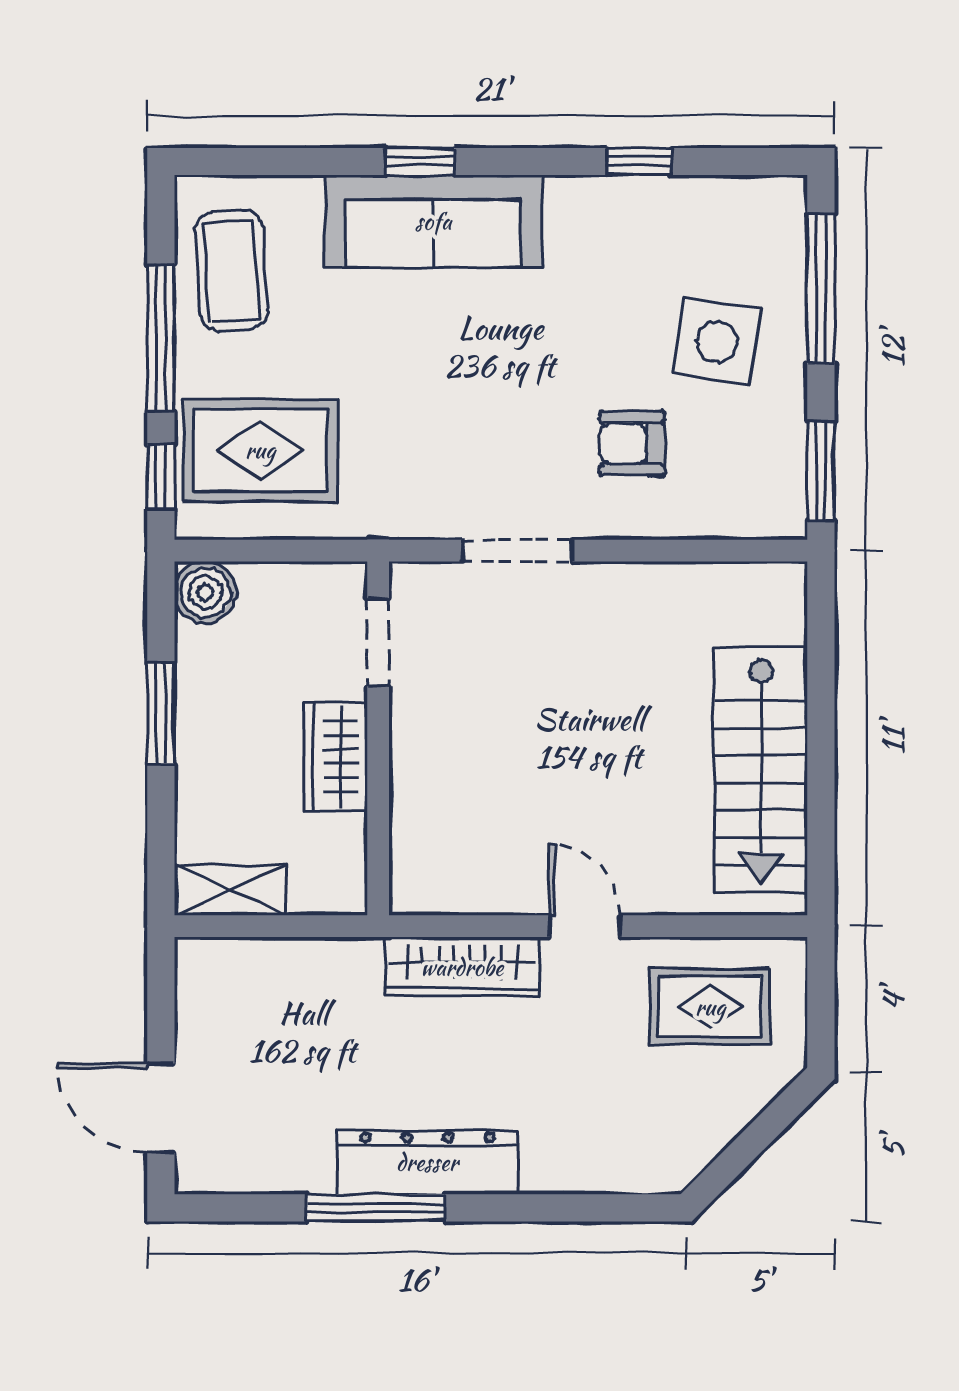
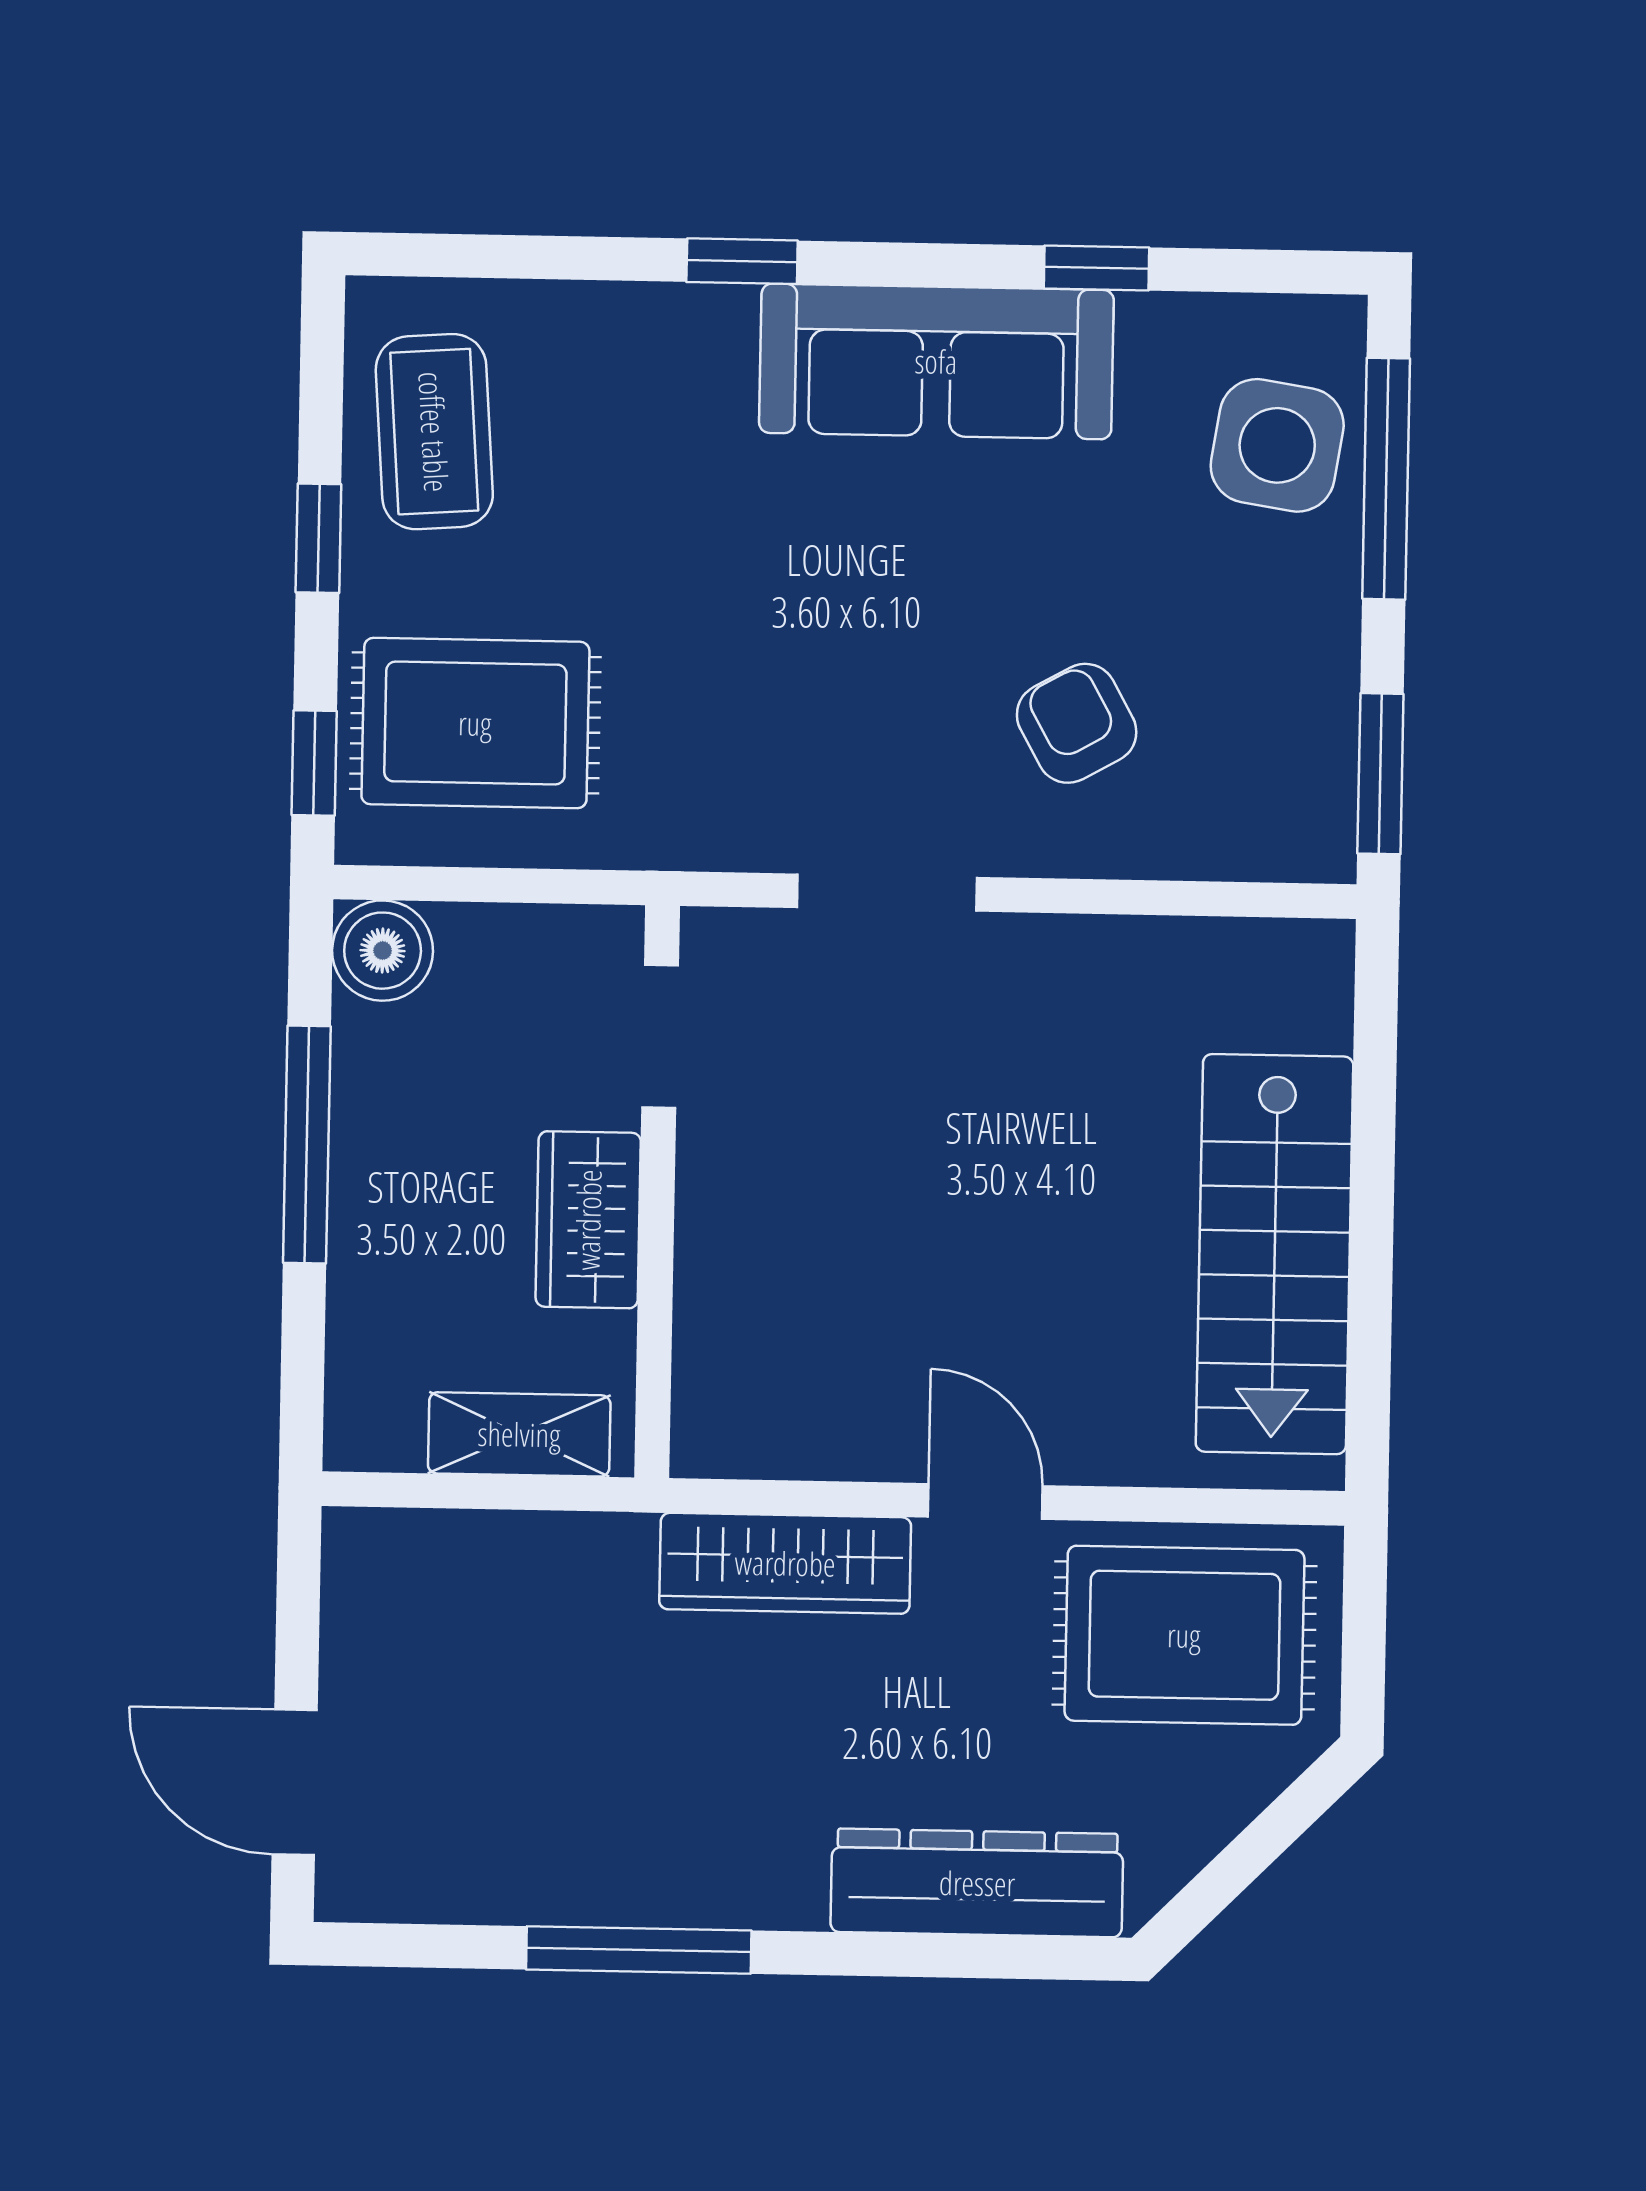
sofa: (433, 221) -> (936, 361), moved
window: (161, 338) -> (318, 538), width x0.46
side table: (717, 342) -> (1277, 445), moved
armchair: (632, 444) -> (1077, 723), turned 61
window: (161, 713) -> (307, 1144), width x1.44
shelving: (230, 890) -> (519, 1434), moved
rug: (710, 1007) -> (1184, 1635), width x1.36, depth x1.43
dresser: (427, 1162) -> (977, 1883), moved

